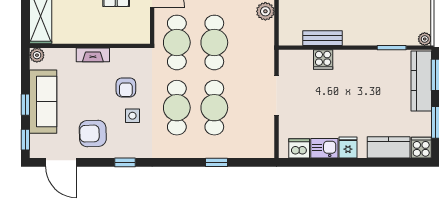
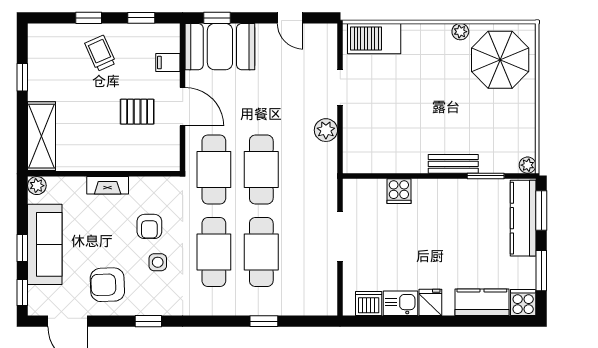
bench: (322, 38) -> (453, 164), moved

